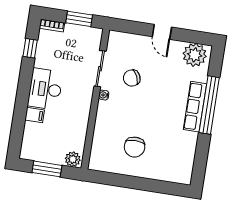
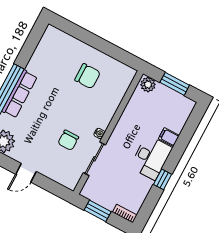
door: (162, 32) -> (26, 173), swing flipped
window: (30, 48) -> (163, 179), moved
chair: (132, 78) -> (68, 140), turned 115
chair: (135, 147) -> (88, 76), turned 90

